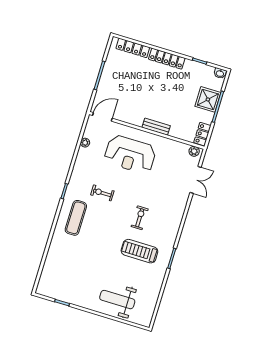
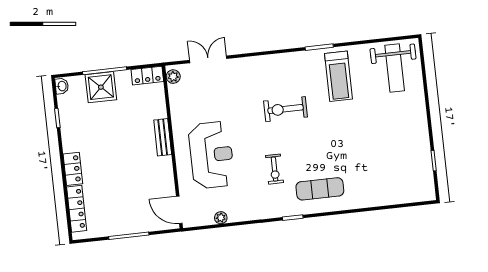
locker: (167, 59) -> (73, 169), width x0.66
exercise bike: (140, 218) -> (286, 109), width x1.38, depth x1.39
treadmill: (139, 251) -> (338, 76), moved
weight bench: (117, 300) -> (395, 68), moved

